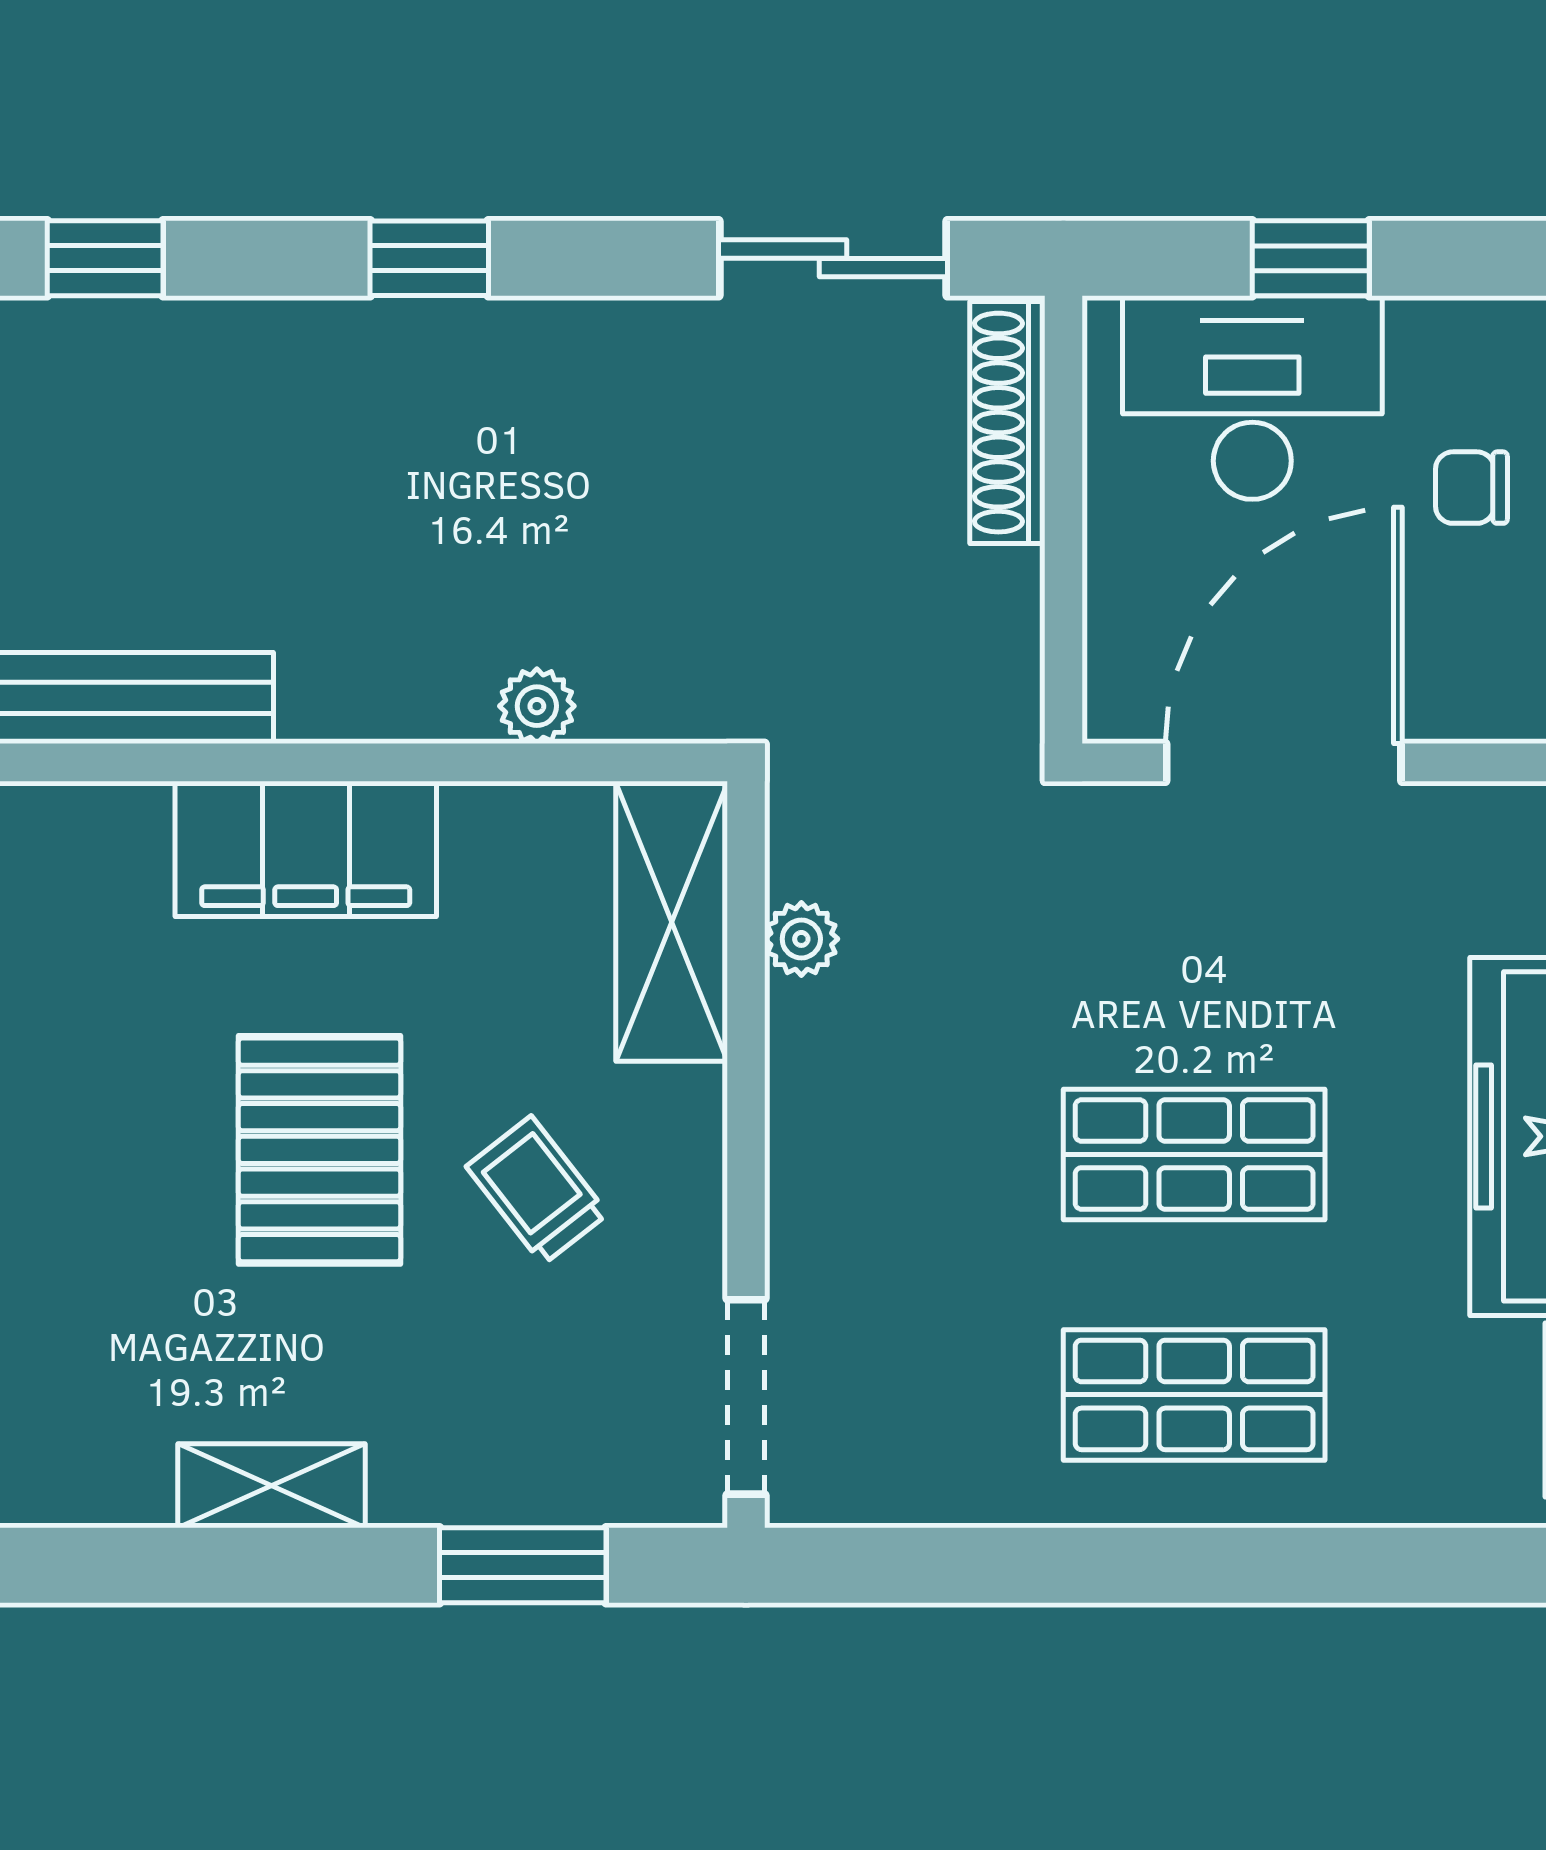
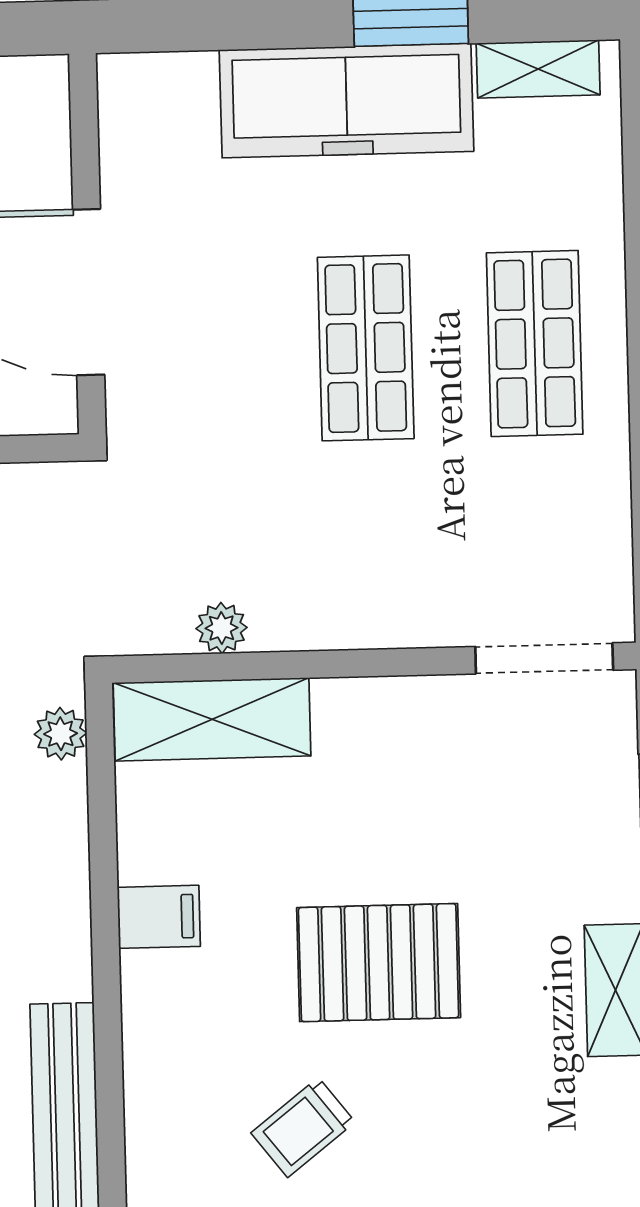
plant: (537, 706) -> (61, 734), moved
filing cabinet: (306, 849) -> (159, 917), width x0.33, depth x0.86
trolley: (537, 1190) -> (303, 1127), moved

